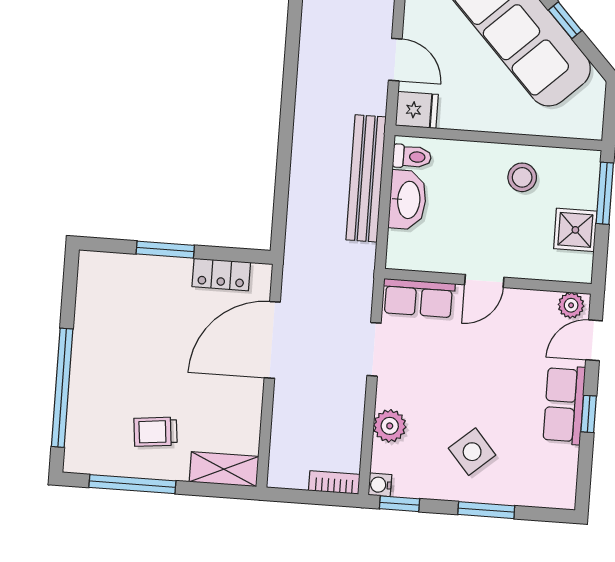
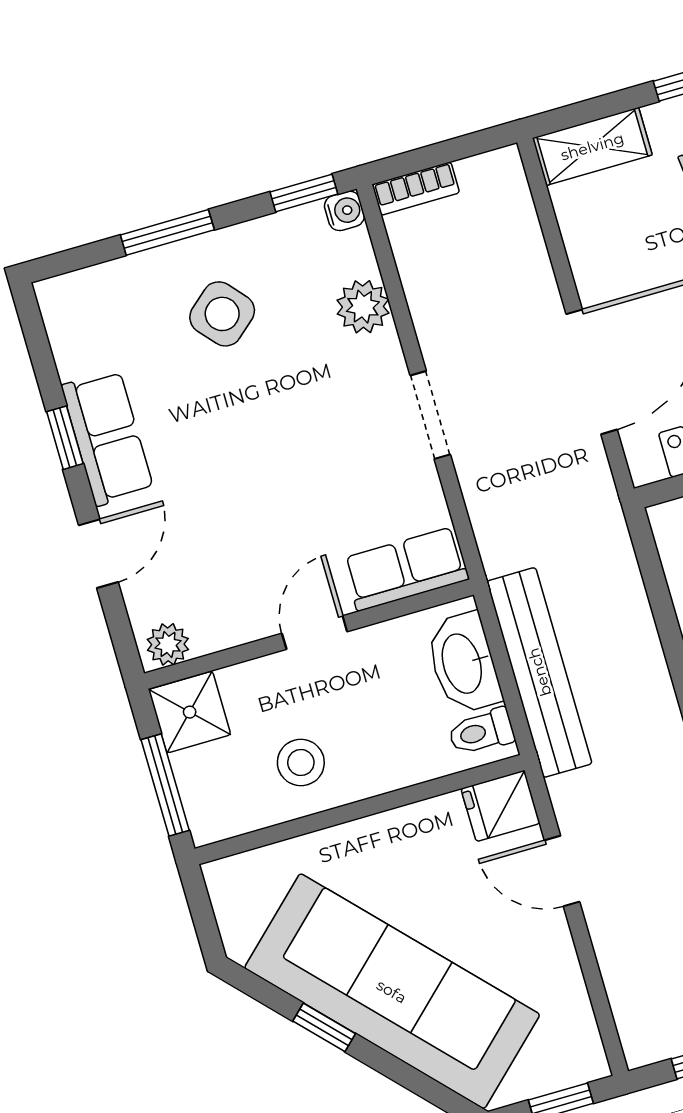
door: (484, 281) -> (315, 632), moved
wall: (488, 281) -> (309, 634), moved
row of seats: (418, 298) -> (406, 569), moved
plant: (571, 305) -> (168, 644), moved

